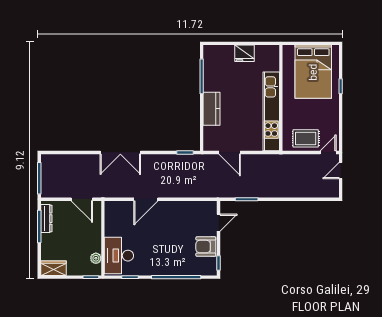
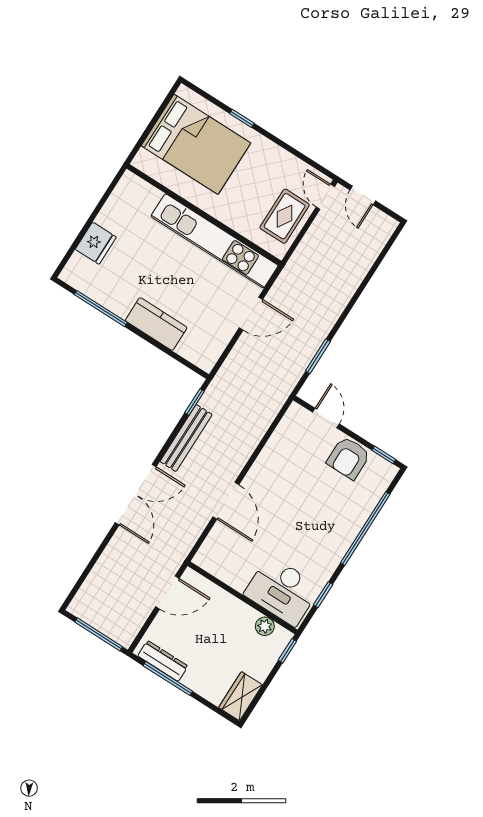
fridge: (244, 53) -> (96, 243), moved
door: (230, 152) -> (251, 314), moved
bench: (164, 160) -> (186, 438), added

